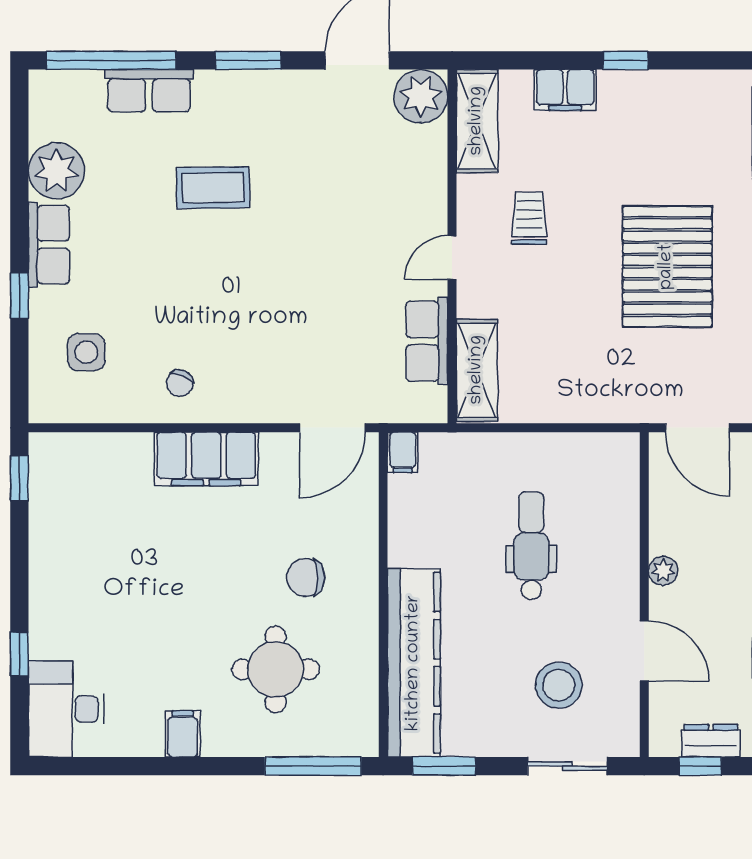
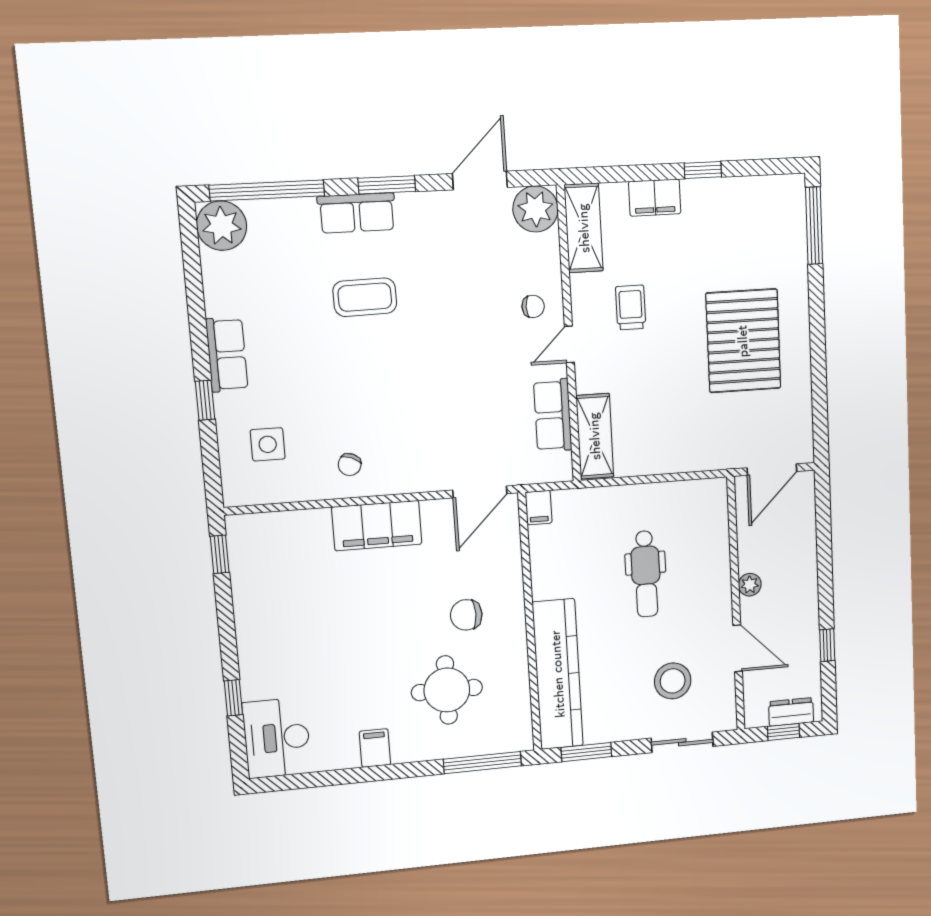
row of seats: (149, 91) -> (357, 213), moved
plant: (56, 171) -> (222, 226), moved
chair: (411, 210) -> (533, 306), added
door: (697, 428) -> (772, 470), hinge flipped
dental chair: (531, 546) -> (646, 574), turned 180

